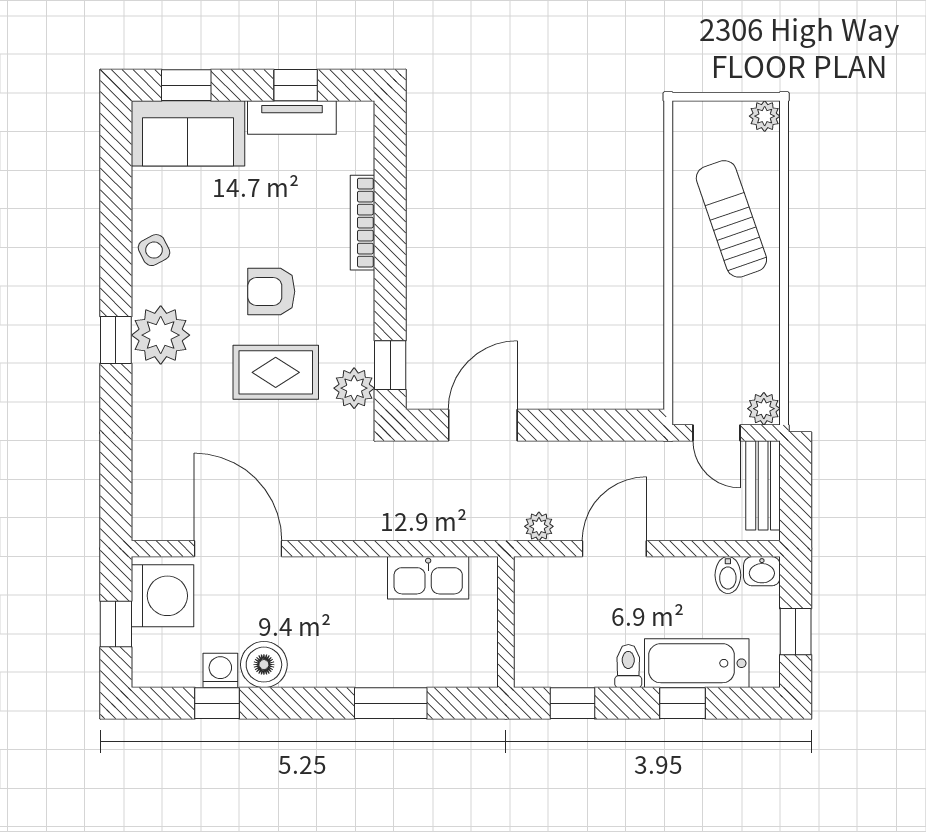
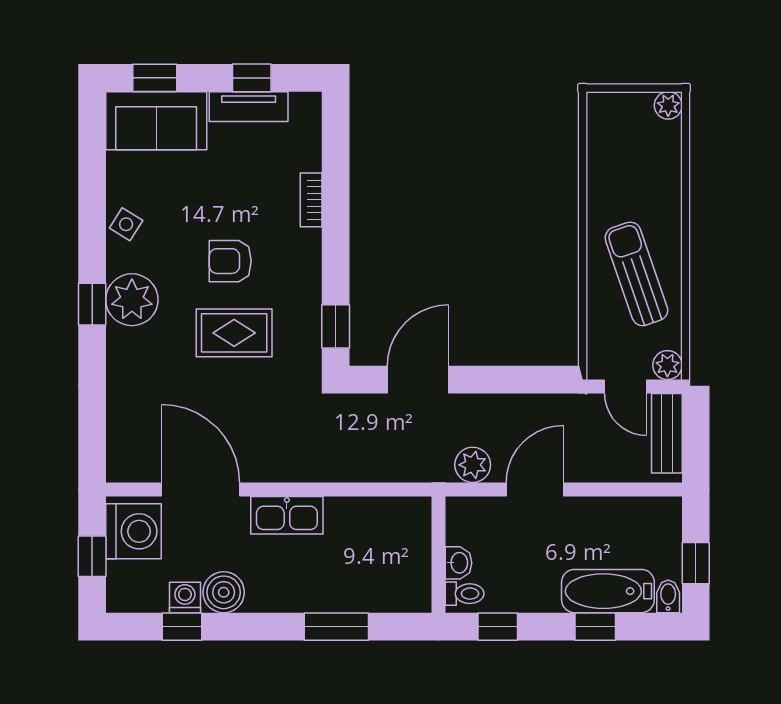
sun lounger: (731, 219) -> (636, 274), moved
bookcase: (362, 223) -> (311, 200), width x0.64
side table: (154, 250) -> (126, 224), turned -30
plant: (354, 388) -> (304, 347), removed
plant: (539, 526) -> (473, 465), width x1.38, depth x1.38
washbasin: (762, 571) -> (459, 563), moved, turned -90
bidet: (728, 575) -> (668, 596), moved, turned 180
kitchen sink: (428, 578) -> (287, 515), moved
toilet: (628, 666) -> (465, 594), moved, turned 90

